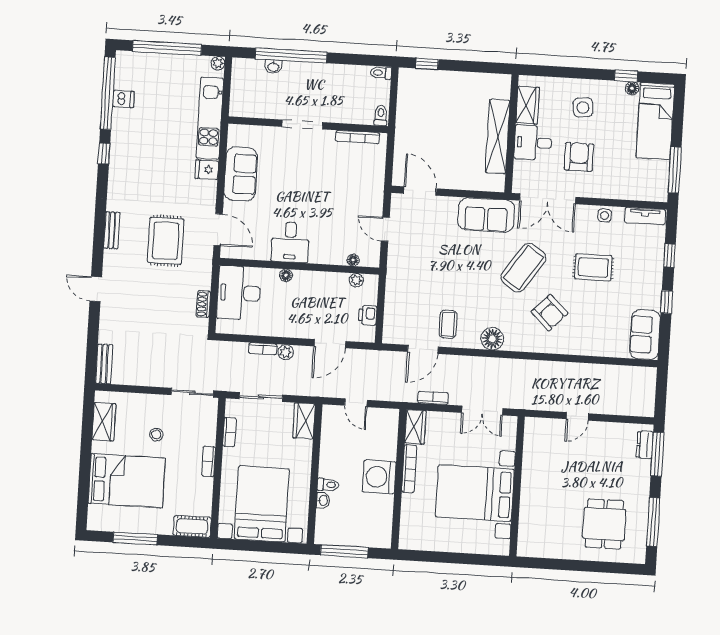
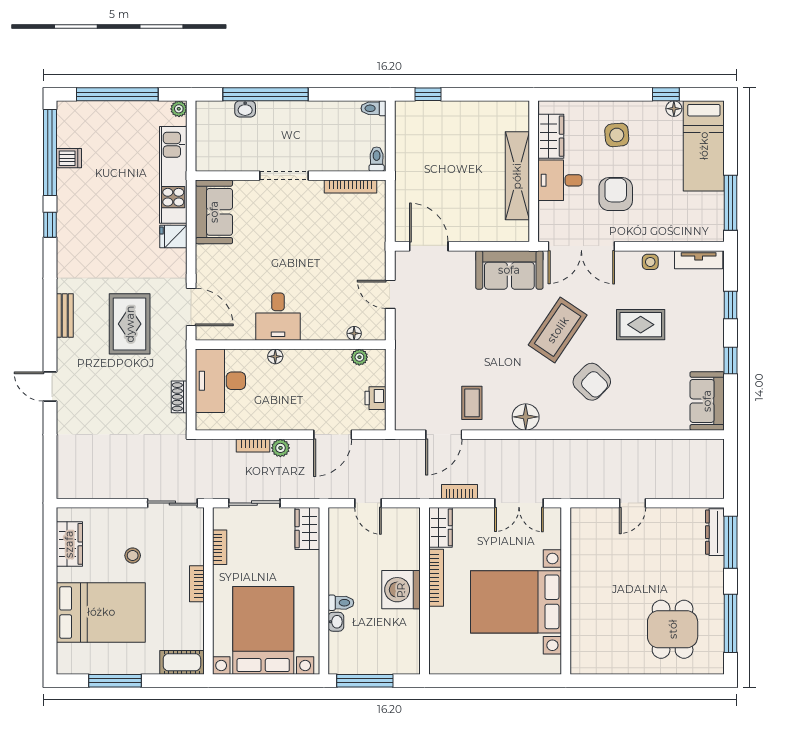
sofa: (241, 174) -> (214, 212), moved
bench: (104, 364) -> (65, 475), removed
dresser: (645, 445) -> (715, 532), width x1.44

